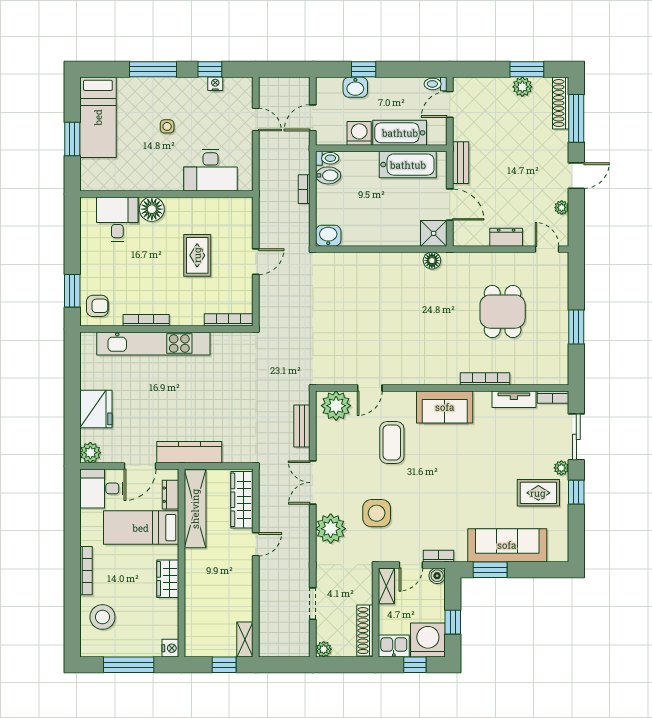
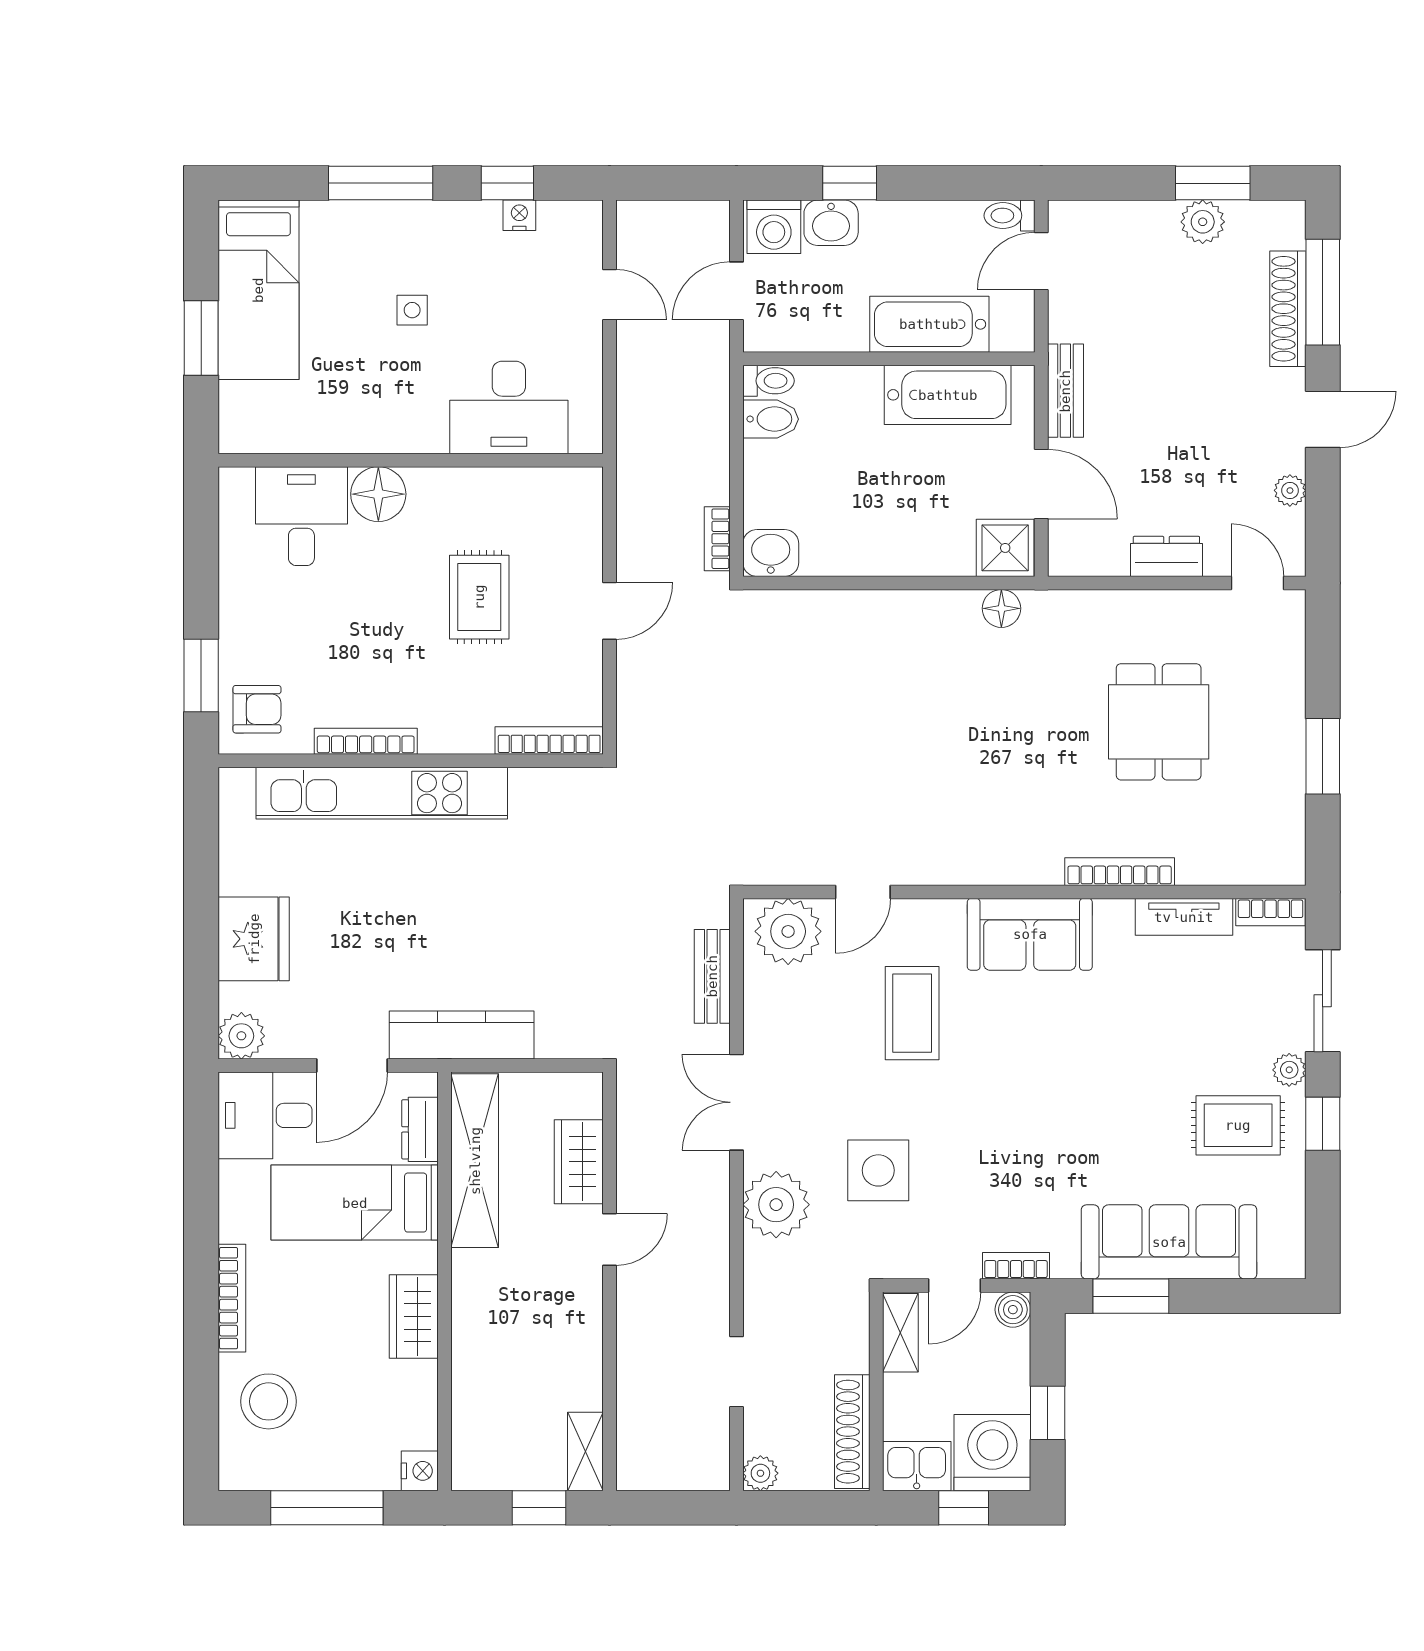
shoe rack: (561, 103) -> (1288, 309), moved
washing machine: (359, 133) -> (774, 227), moved, turned 180
bookcase: (304, 189) -> (717, 539), moved
wardrobe: (242, 500) -> (579, 1162), width x0.67

